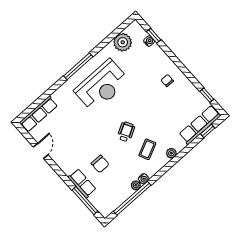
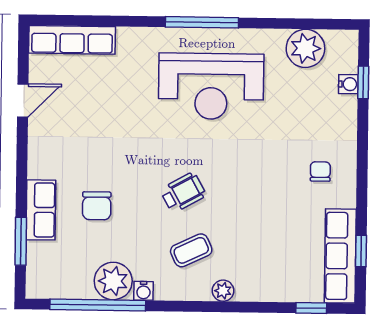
row of seats: (200, 125) -> (340, 256), moved, turned -90
plant: (136, 185) -> (113, 281), width x1.88, depth x1.88
window: (85, 201) -> (21, 241), width x0.69

